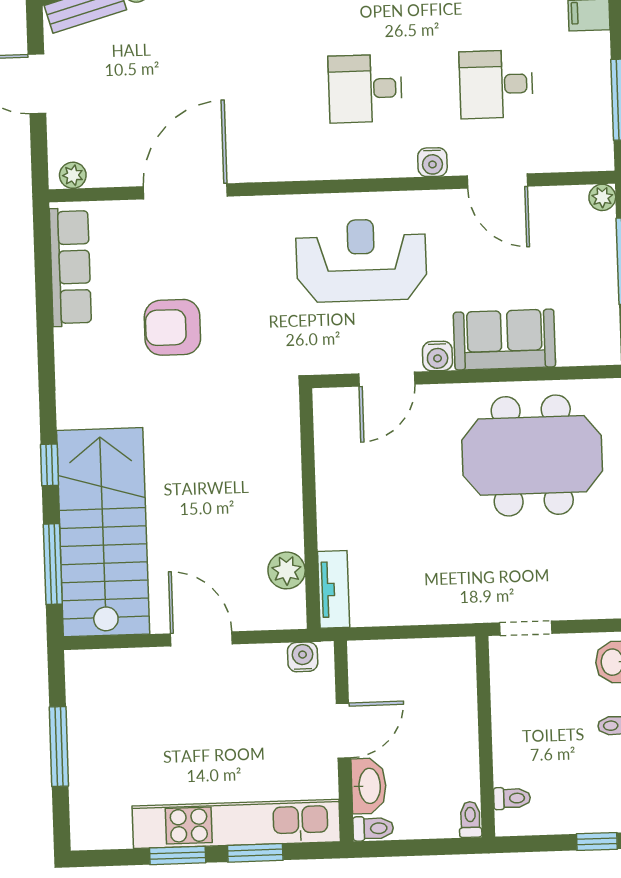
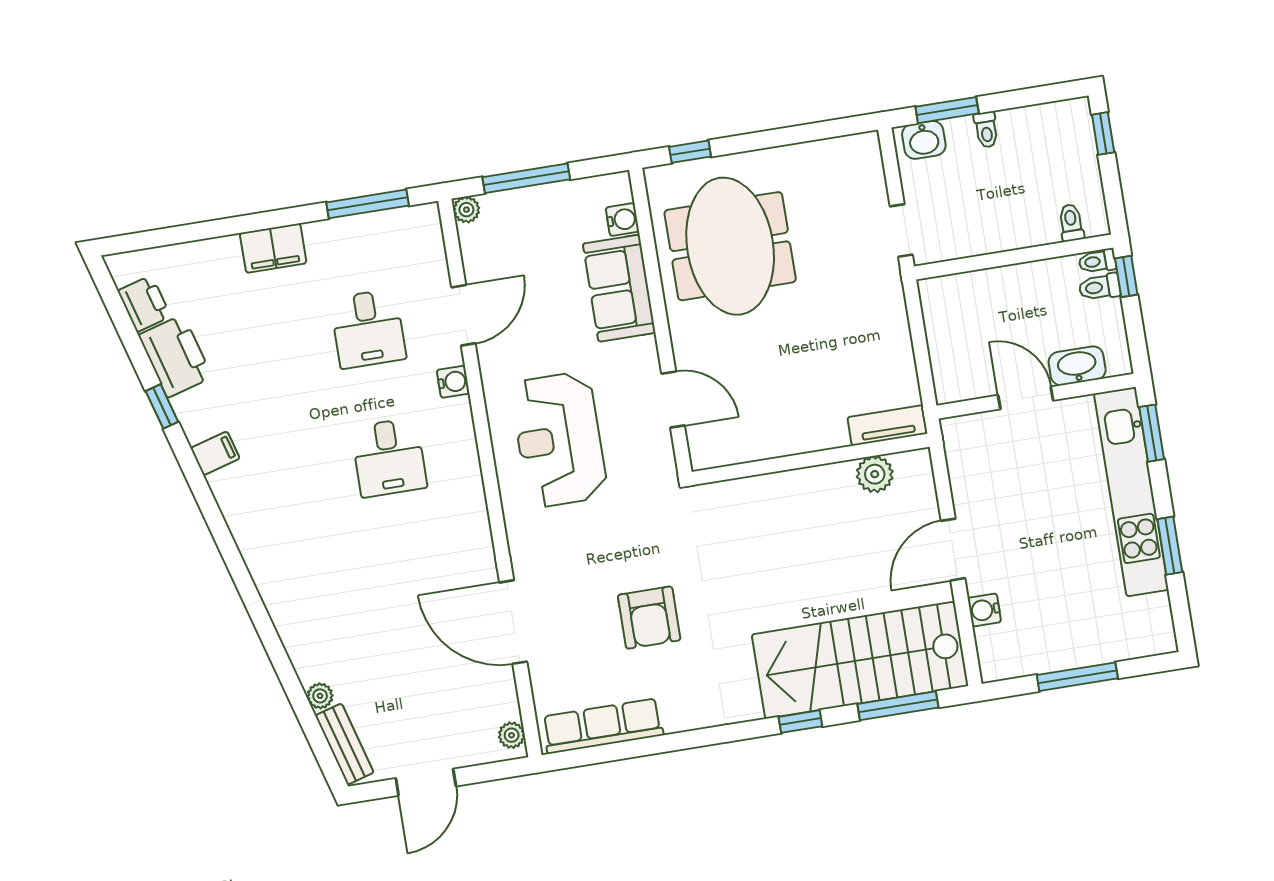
water cooler: (437, 356) -> (622, 220), moved
water cooler: (303, 657) -> (984, 610), moved
toilet: (373, 828) -> (1100, 287), moved, turned -90
window: (451, 846) -> (1126, 276), added
window: (255, 853) -> (1152, 433), moved

